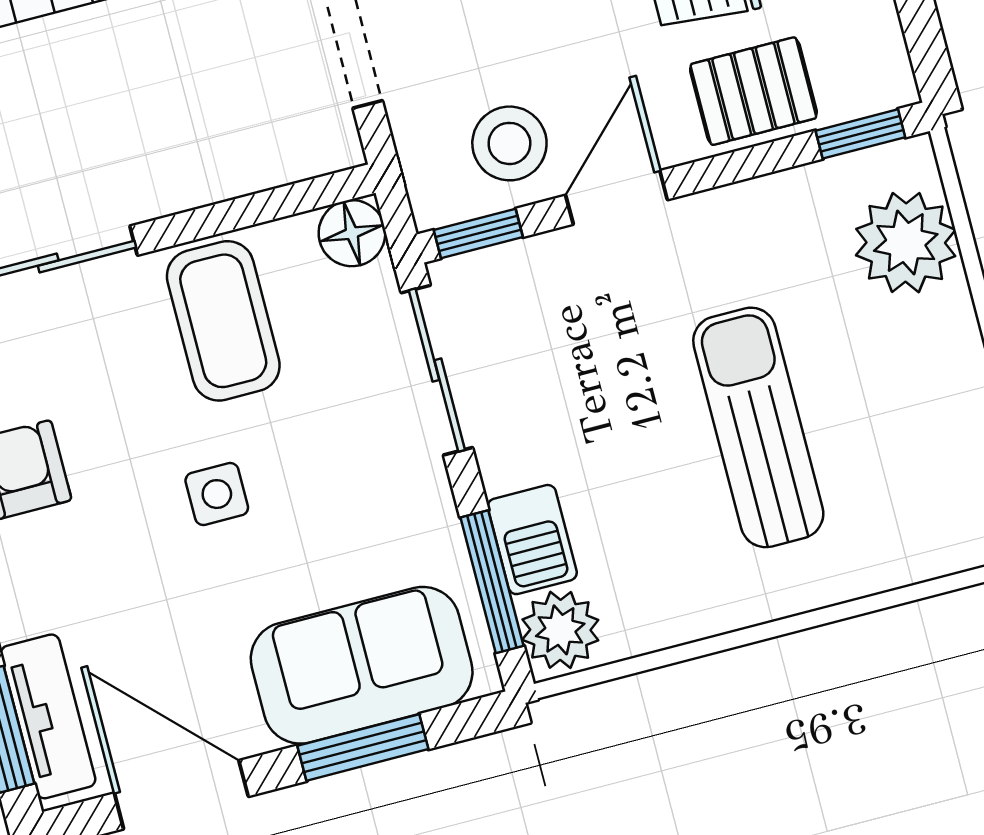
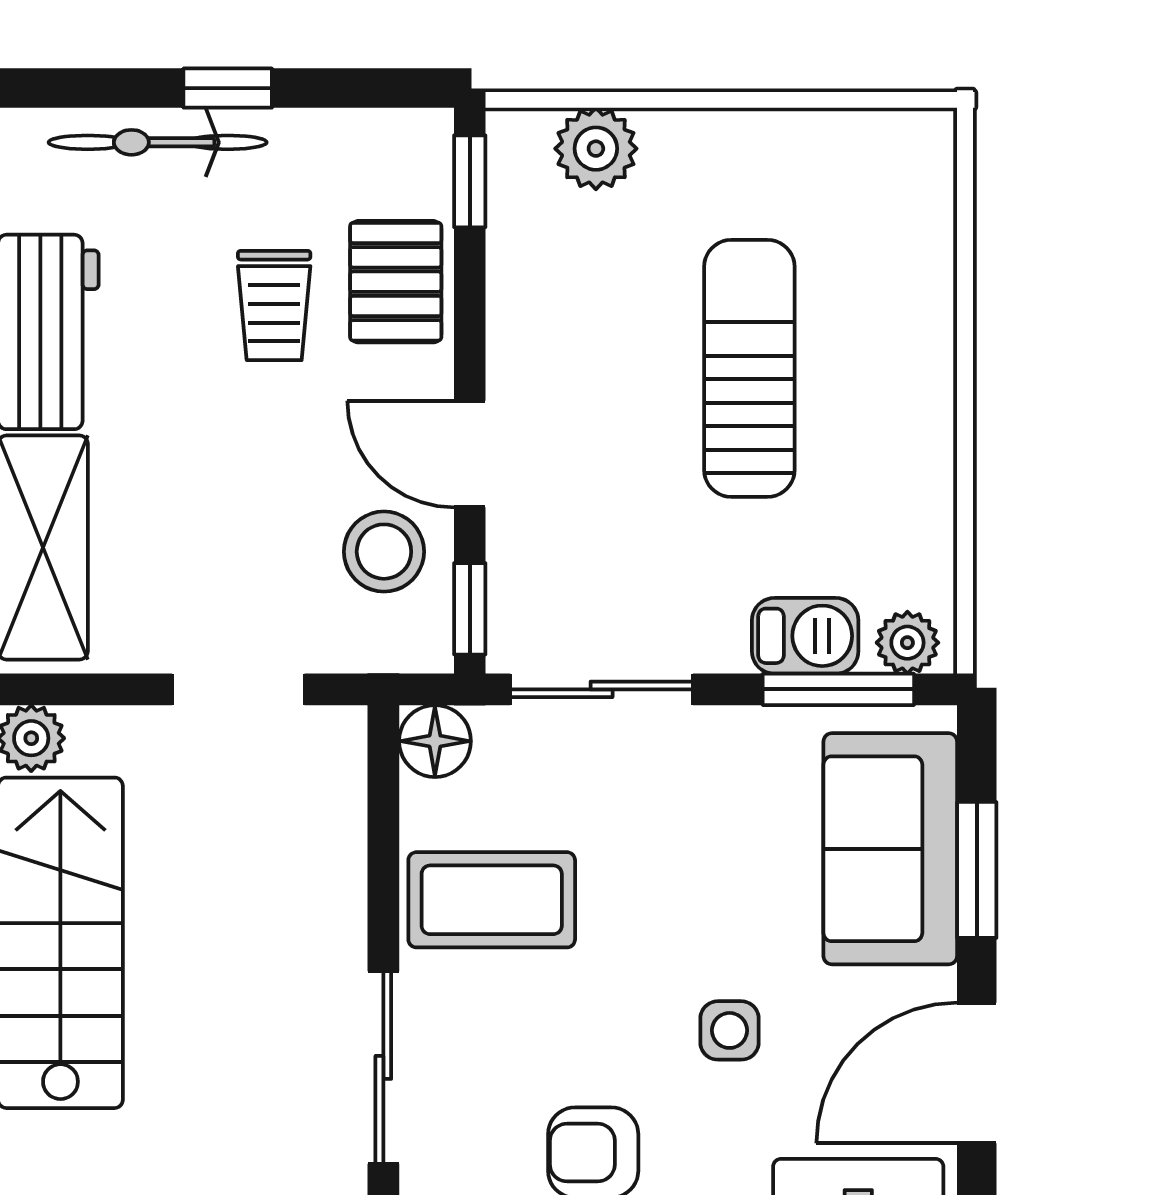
plant: (906, 243) -> (596, 149), width x0.73, depth x0.73
sun lounger: (758, 427) -> (749, 368), turned 90
side table: (217, 494) -> (730, 1030), moved
plant: (560, 630) -> (907, 643), width x0.73, depth x0.73

